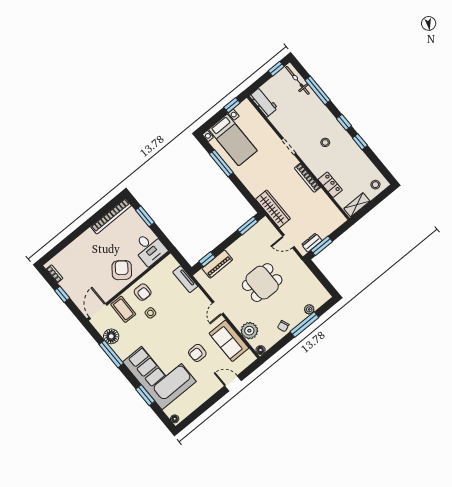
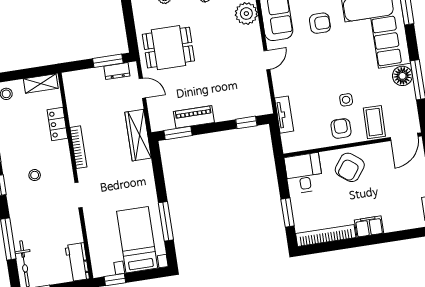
filing cabinet: (86, 239) -> (369, 227), added
piano: (217, 264) -> (194, 117), moved
dining table: (262, 283) -> (168, 48), moved
floor lamp: (111, 336) -> (402, 76), moved

